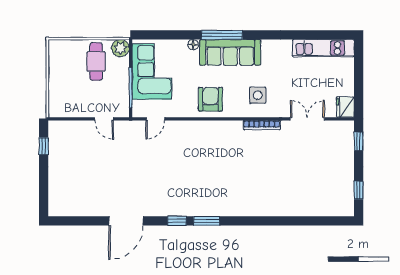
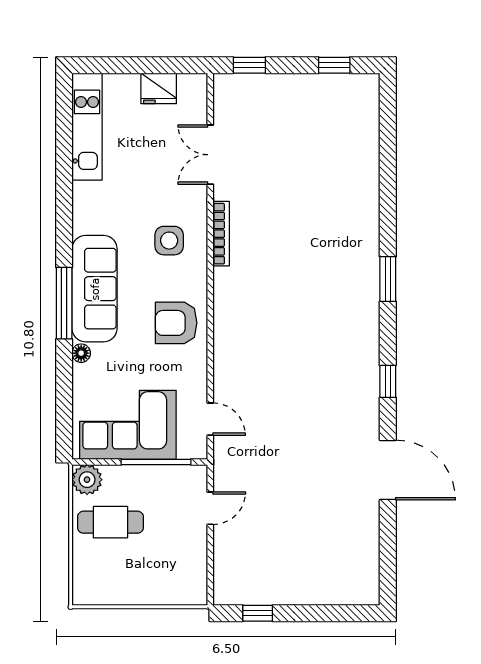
fridge: (345, 107) -> (159, 88), moved
window: (207, 221) -> (388, 279), moved

